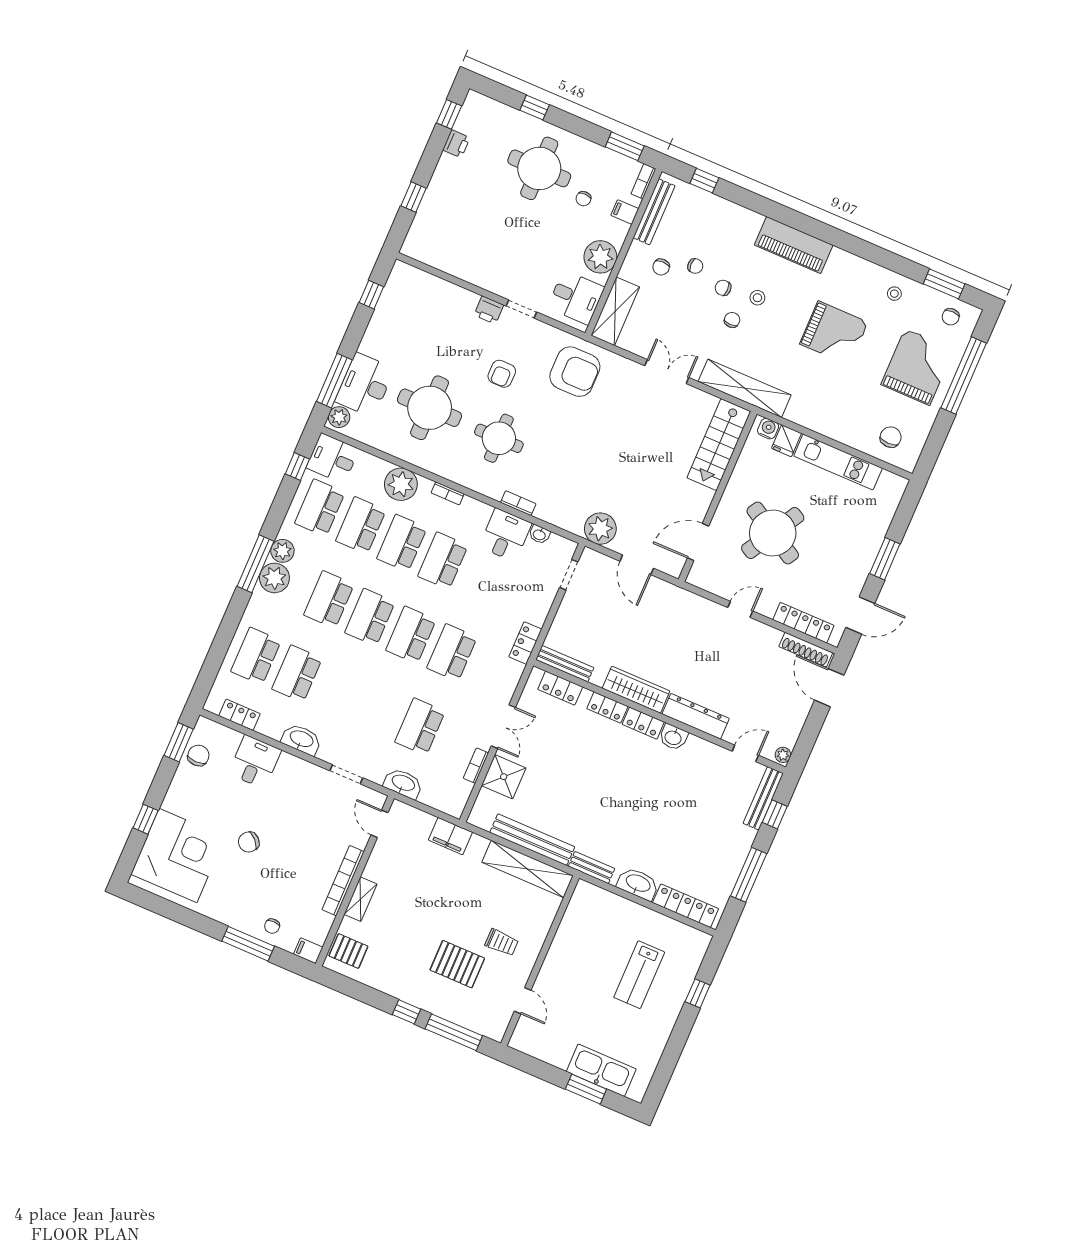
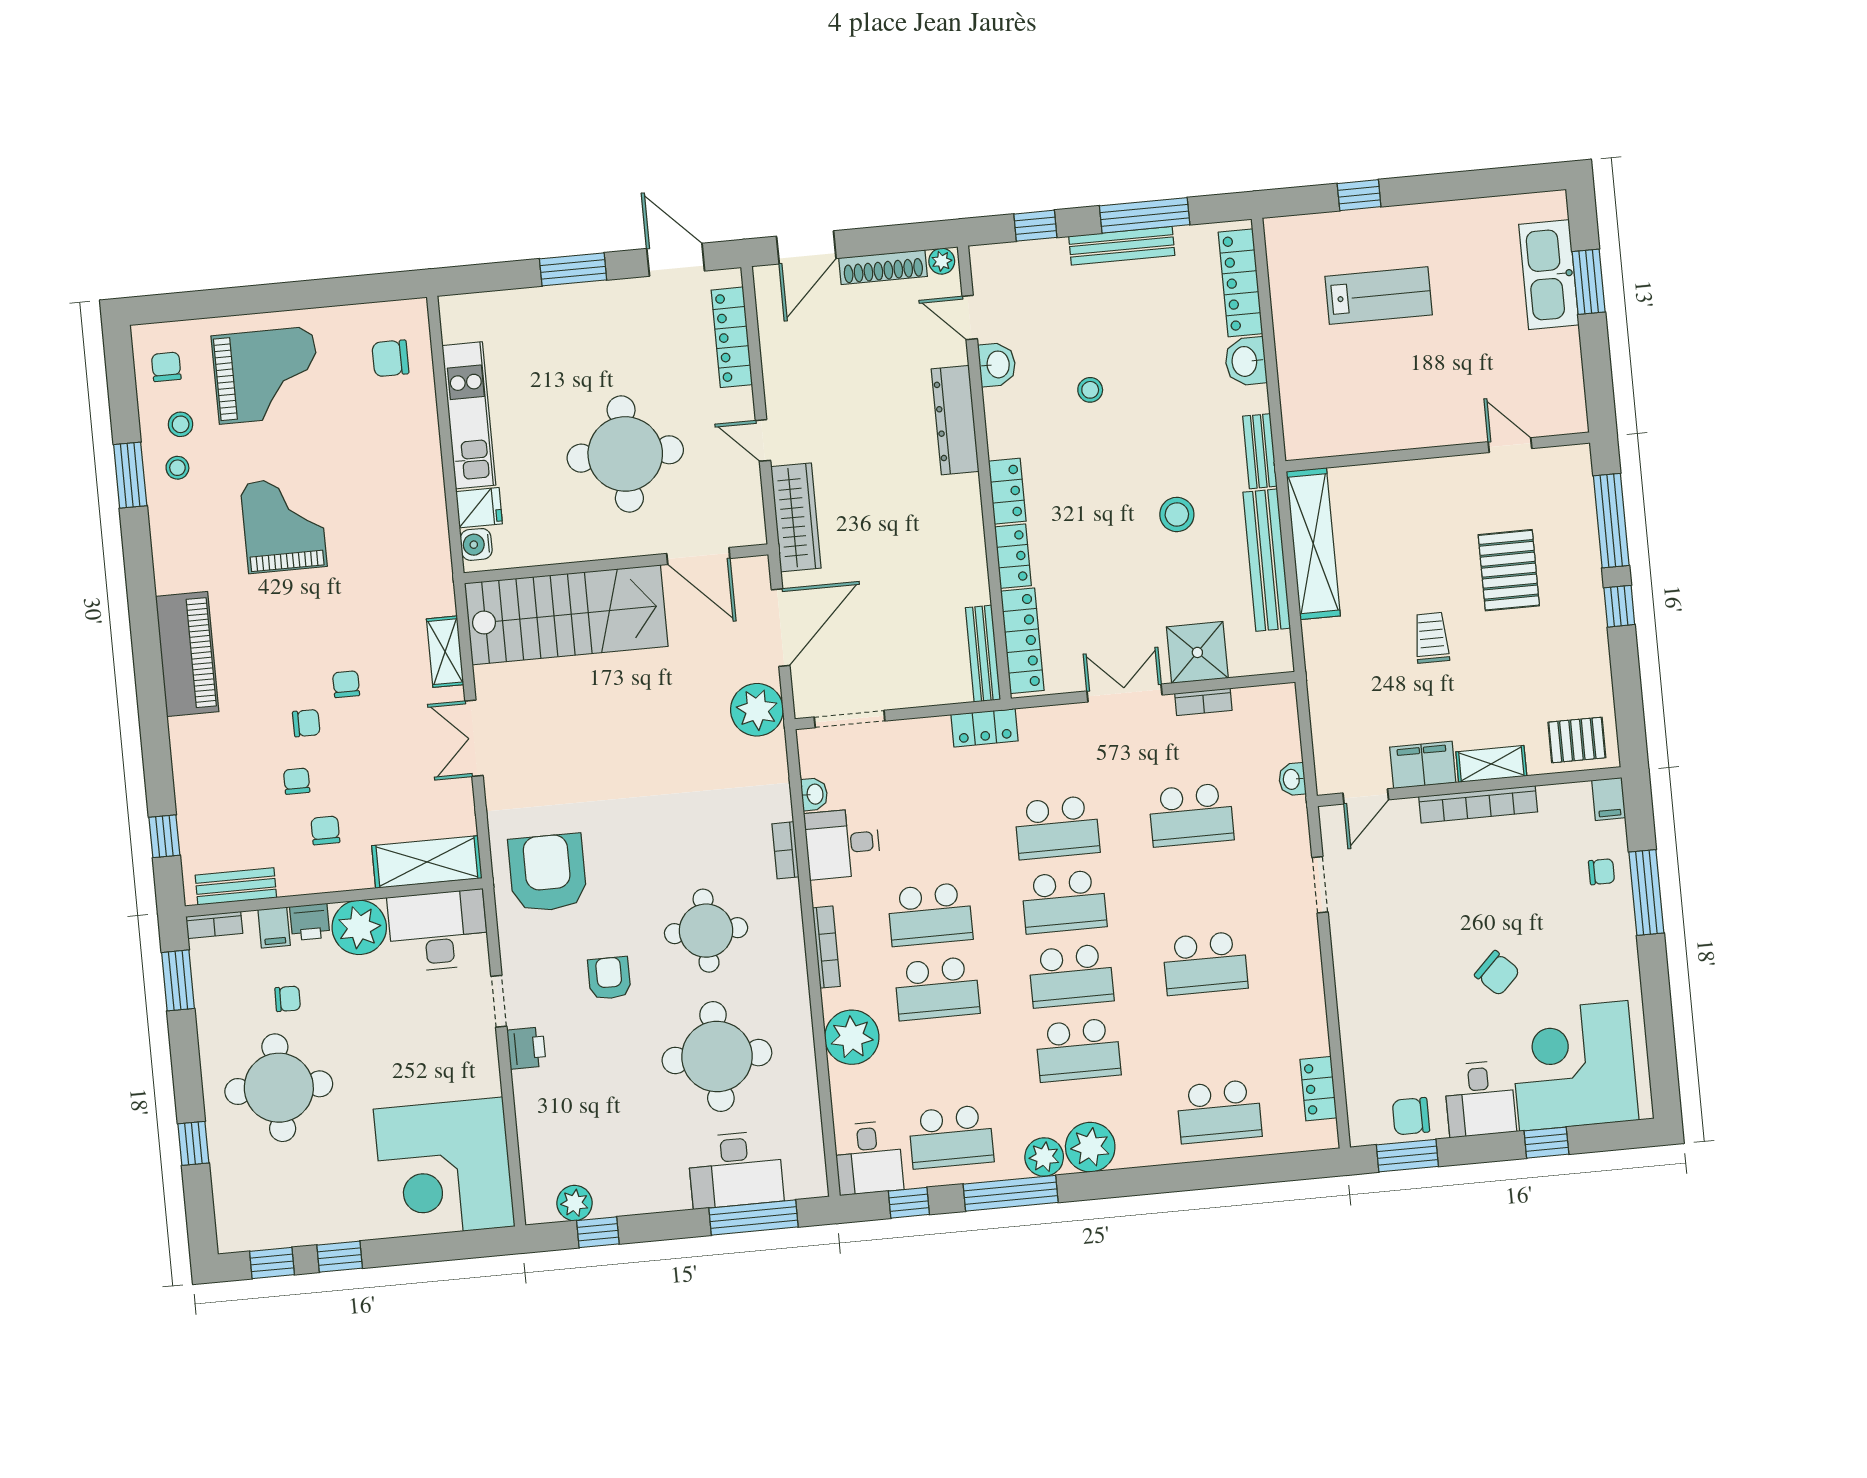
printer: (456, 144) -> (310, 922), moved, turned 180
window: (413, 197) -> (340, 1257), moved
bench: (654, 212) -> (236, 886), width x0.73
corner desk: (450, 232) -> (444, 1168), added
chair: (661, 267) -> (325, 830), turned -90
window: (944, 284) -> (130, 475), moved
chair: (723, 288) -> (306, 723), turned -90
desk: (576, 297) -> (438, 931), width x1.37
stool: (757, 298) -> (181, 424), moved
chair: (951, 317) -> (166, 367), turned -90
chair: (732, 320) -> (346, 684), turned 90
grand piano: (917, 367) -> (266, 375), turned 180
armchair: (502, 374) -> (609, 978), turned -90
window: (964, 376) -> (242, 301), removed
shelving: (745, 388) -> (445, 652), width x0.45, depth x0.75
plant: (339, 417) -> (575, 1203), moved
stairs: (719, 445) -> (566, 615), width x1.36, depth x1.51
bookcase: (448, 493) -> (826, 947), width x1.56
school desk: (361, 525) -> (944, 1063), removed
round table: (773, 533) -> (625, 454), turned -30
window: (256, 564) -> (1011, 1193), moved
door: (637, 565) -> (781, 628), width x1.36
doorway: (569, 575) -> (850, 719), width x1.38
shoe rack: (806, 650) -> (883, 267), moved, turned 90
school desk: (297, 674) -> (1205, 963), moved
locker: (560, 688) -> (1022, 641), width x1.53
wardrobe: (636, 690) -> (796, 517), moved, turned 180
washbasin: (673, 737) -> (997, 365), moved
washbasin: (301, 739) -> (1305, 978), removed
desk: (255, 762) -> (1480, 1099), moved, turned -90
washbasin: (403, 783) -> (1292, 779), width x0.52, depth x0.69
stool: (673, 796) -> (1090, 390), added
bench: (763, 798) -> (1122, 246), moved
stool: (582, 806) -> (1177, 514), added
filing cabinet: (450, 836) -> (1423, 765), moved, turned -90
washbasin: (638, 884) -> (1246, 361), width x0.72
trolley: (502, 942) -> (1432, 638), moved
pallet: (348, 951) -> (1577, 740), turned 90
door: (523, 1001) -> (1510, 445), hinge flipped

